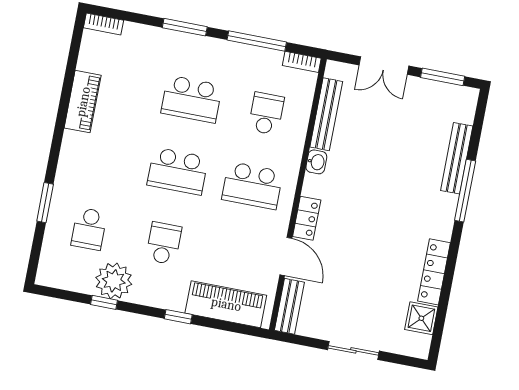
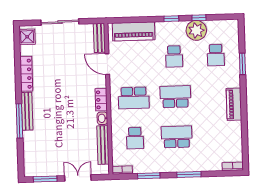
window: (257, 41) -> (149, 176), width x0.69
piano: (83, 102) -> (234, 104), moved
bench: (457, 158) -> (27, 111), moved
school desk: (252, 186) -> (134, 98), turned 180
locker: (307, 218) -> (101, 100), moved
school desk: (89, 229) -> (216, 55), turned 180
window: (178, 317) -> (171, 19), moved
shower: (421, 318) -> (27, 37), moved
sliding door: (353, 350) -> (60, 22), width x1.37

